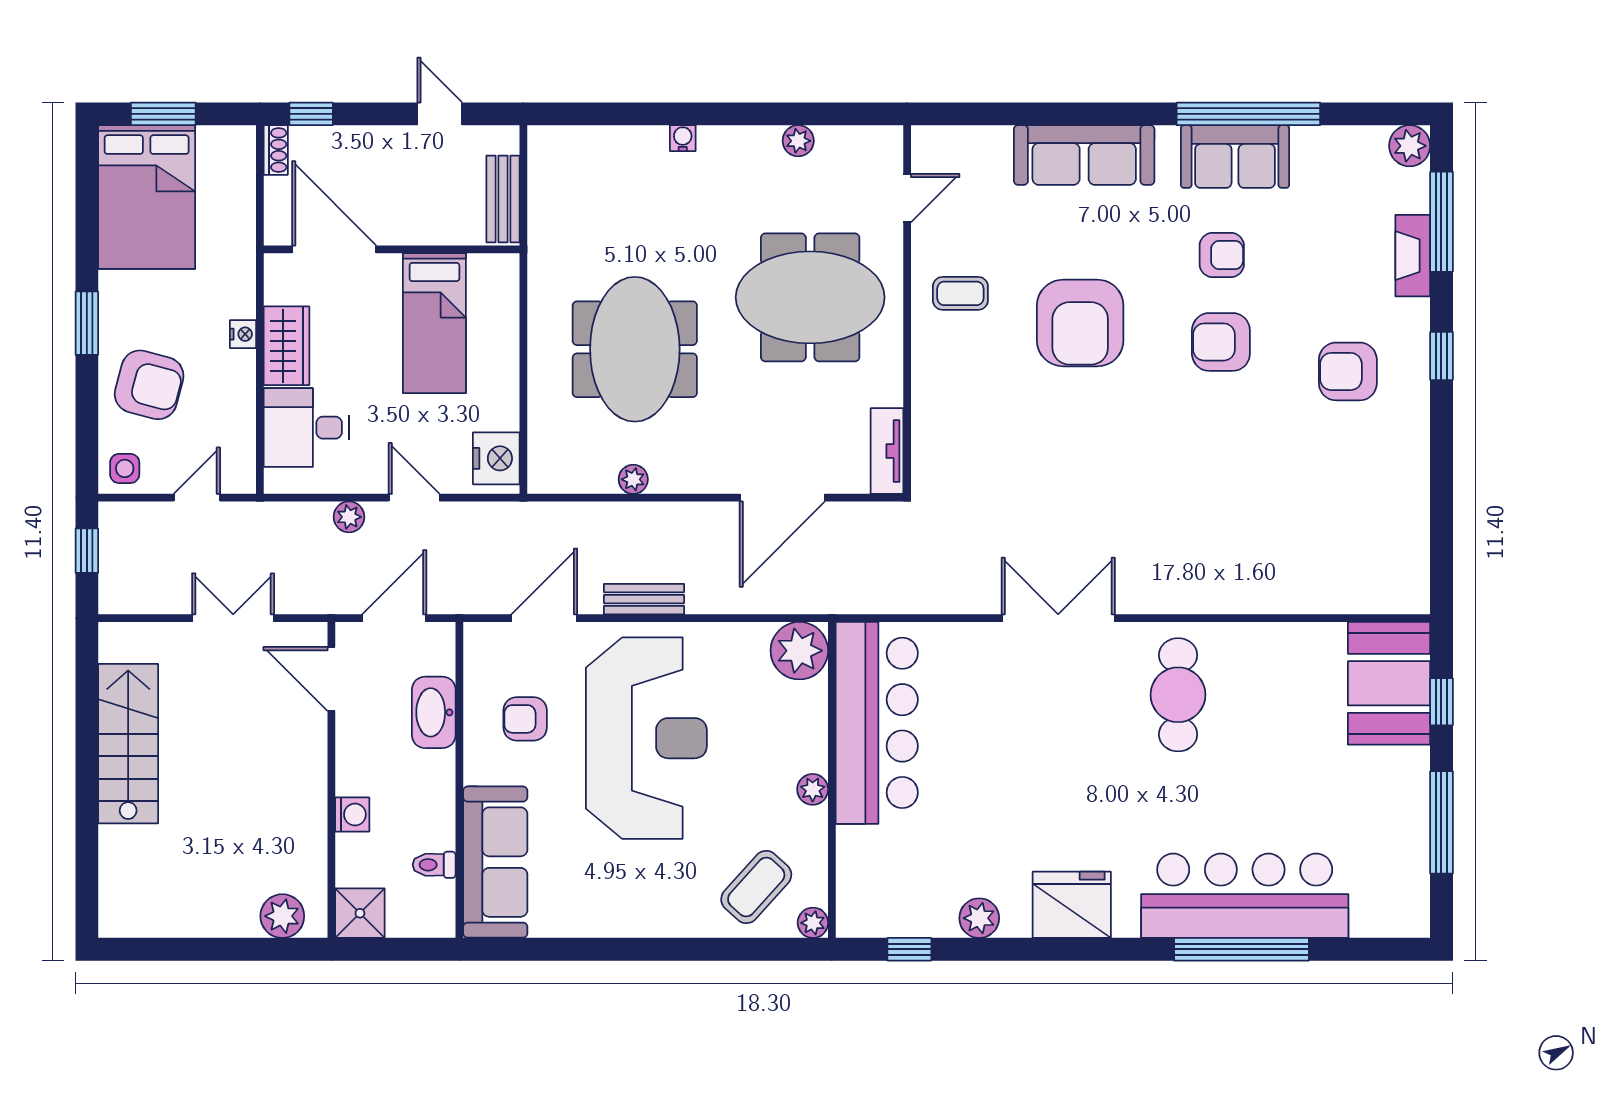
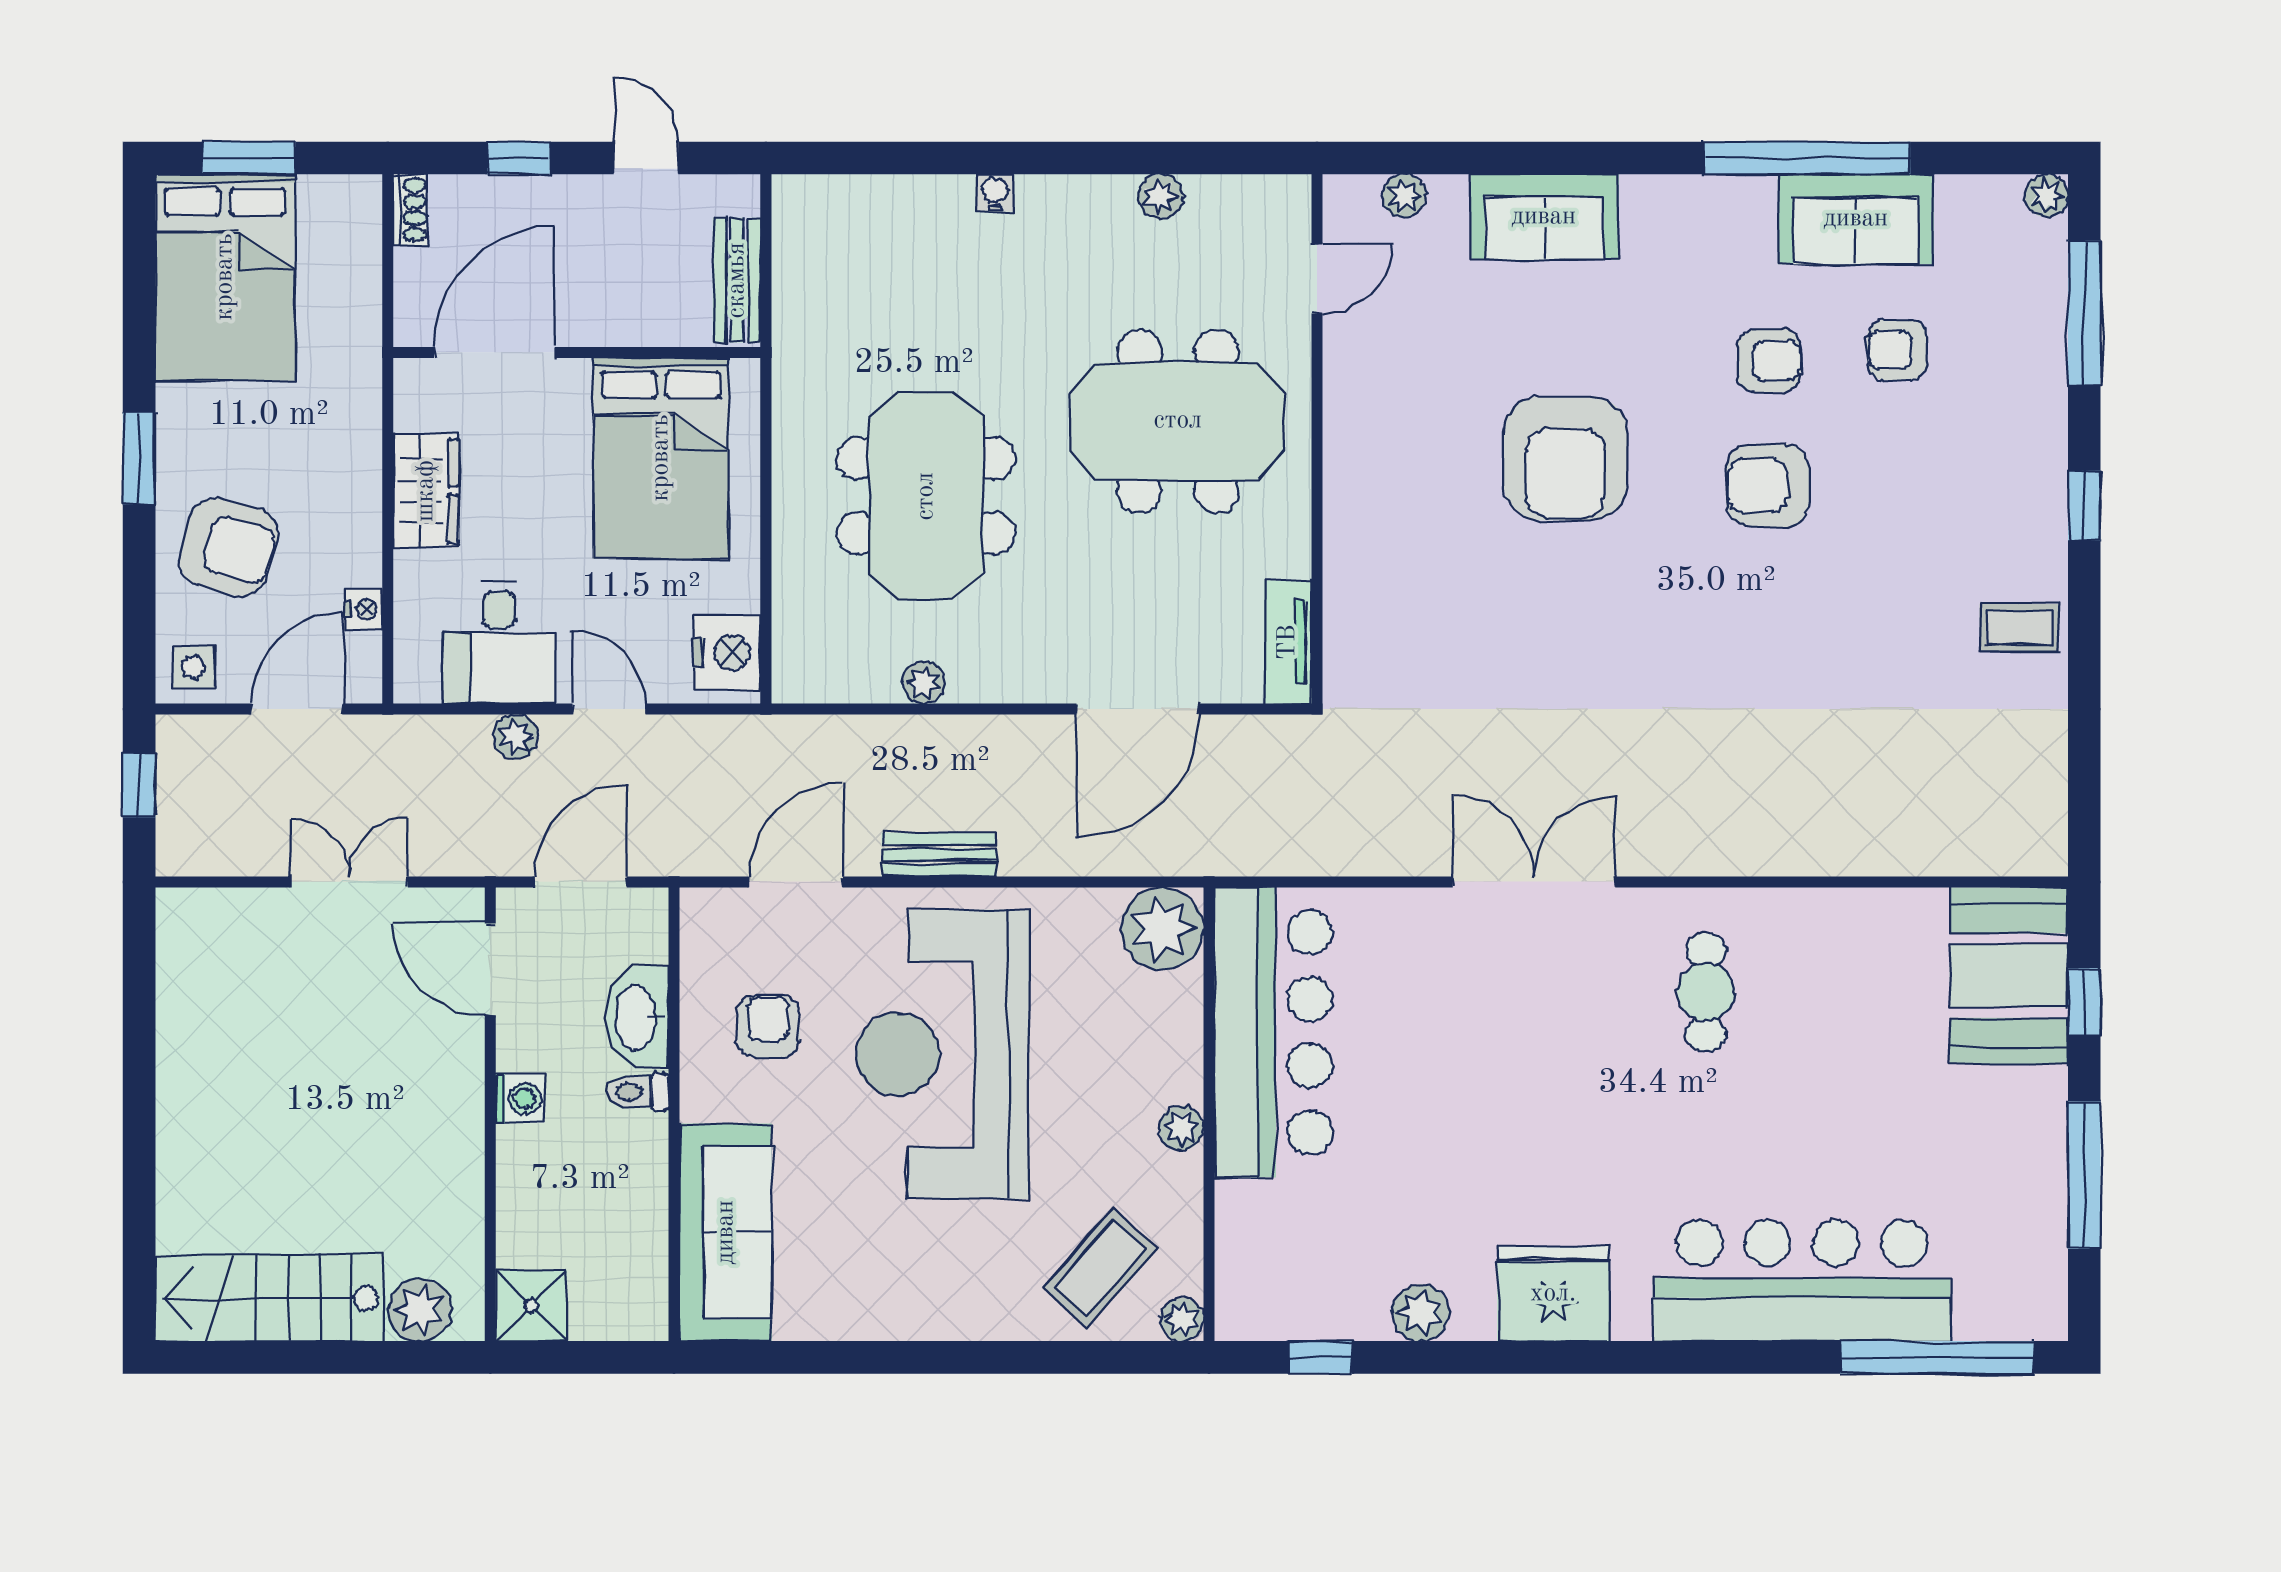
window: (311, 114) -> (518, 158), moved
plant: (968, 140) -> (1404, 196), added
plant: (1410, 146) -> (2047, 196), width x0.73, depth x0.73
sofa: (1084, 155) -> (1544, 217), width x0.73
sofa: (1235, 157) -> (1856, 219), moved
door: (334, 249) -> (494, 352), hinge flipped
fireplace: (1413, 256) -> (2043, 361), removed
coffee table: (960, 293) -> (2019, 628), moved
bed: (434, 323) -> (661, 458), width x1.50
nightstand: (243, 334) -> (363, 609), moved
armchair: (1348, 371) -> (1897, 350), moved, width x0.72, depth x0.72
desk: (306, 428) -> (499, 643), moved, turned -90
door: (197, 498) -> (297, 709), width x1.38
cafe table: (1178, 695) -> (1706, 992), width x0.73, depth x0.74
armchair: (525, 719) -> (768, 1027), turned 90
reception desk: (646, 738) -> (943, 1054), turned 180
stairs: (128, 744) -> (270, 1298), moved, turned -90
washing machine: (352, 815) -> (520, 1099), moved
toilet: (434, 865) -> (638, 1092), moved
window: (1241, 949) -> (1937, 1357), moved

